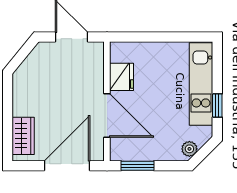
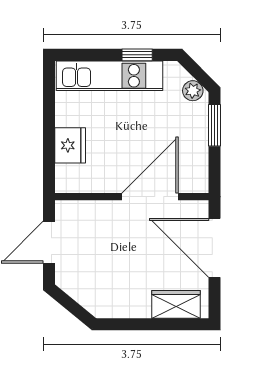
fridge: (122, 77) -> (70, 145), moved, turned 90
window: (138, 166) -> (214, 125), moved

